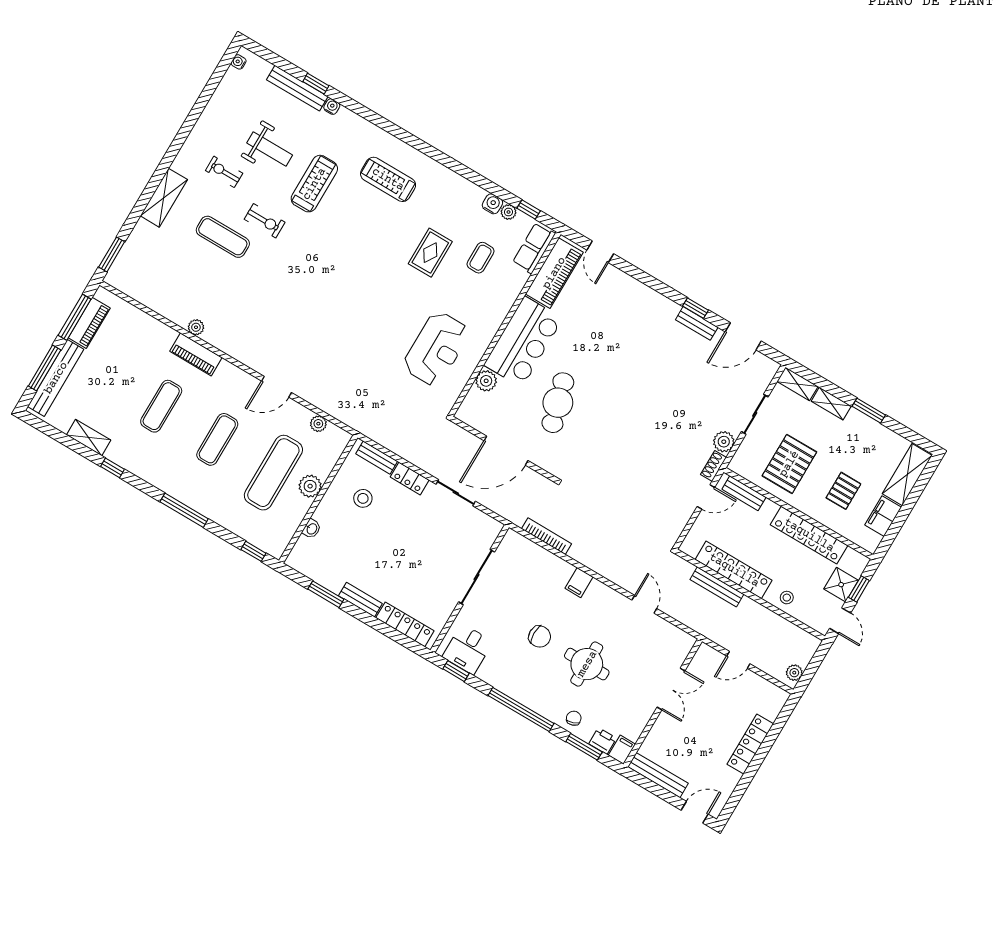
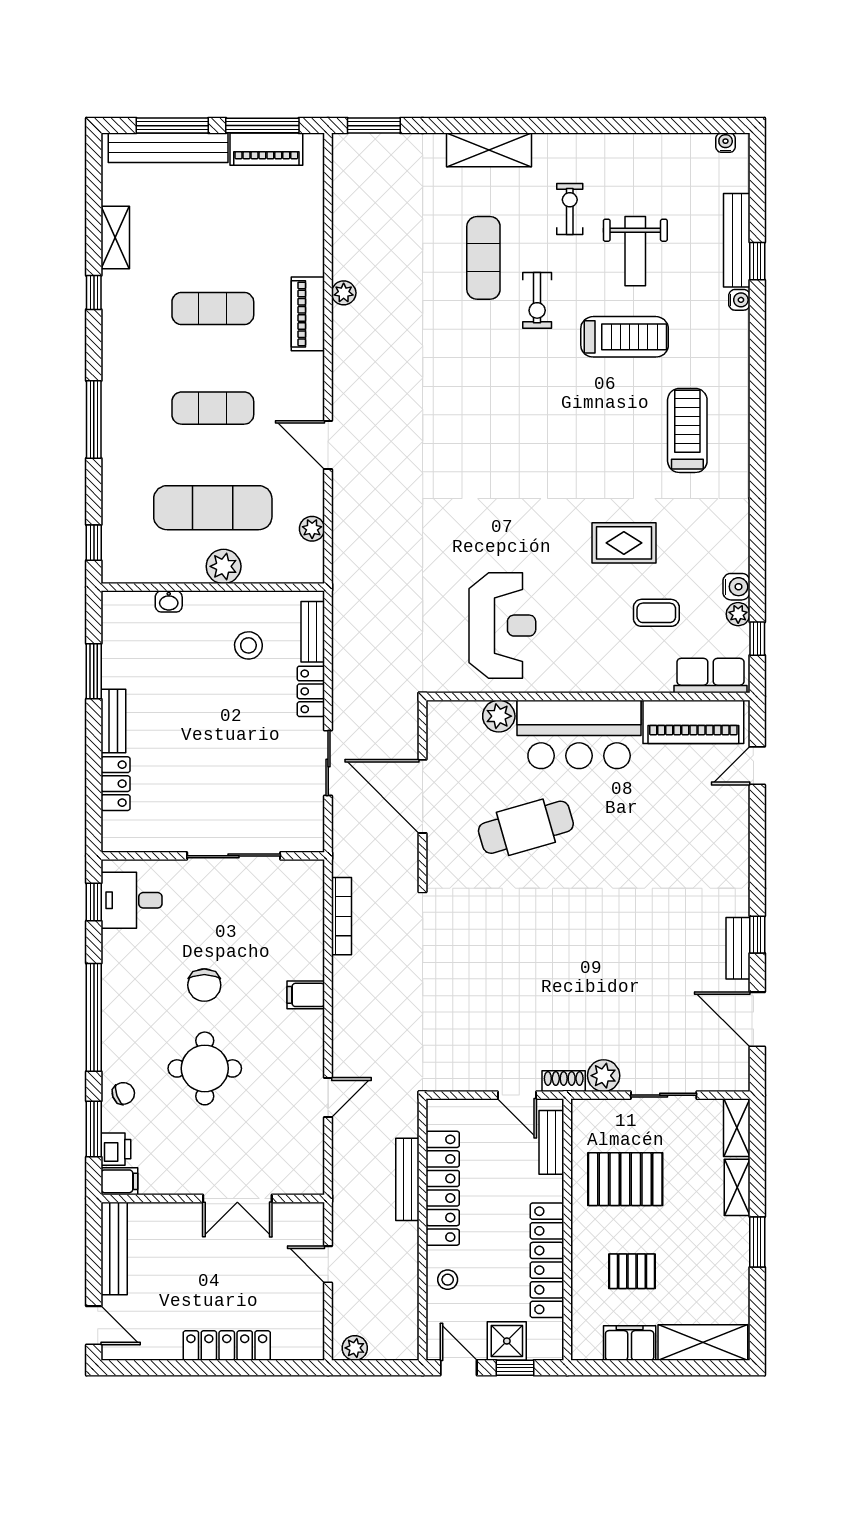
reception desk: (436, 349) -> (502, 626), turned -90
door: (840, 621) -> (459, 1368), swing flipped
locker: (405, 624) -> (116, 784), width x0.66

